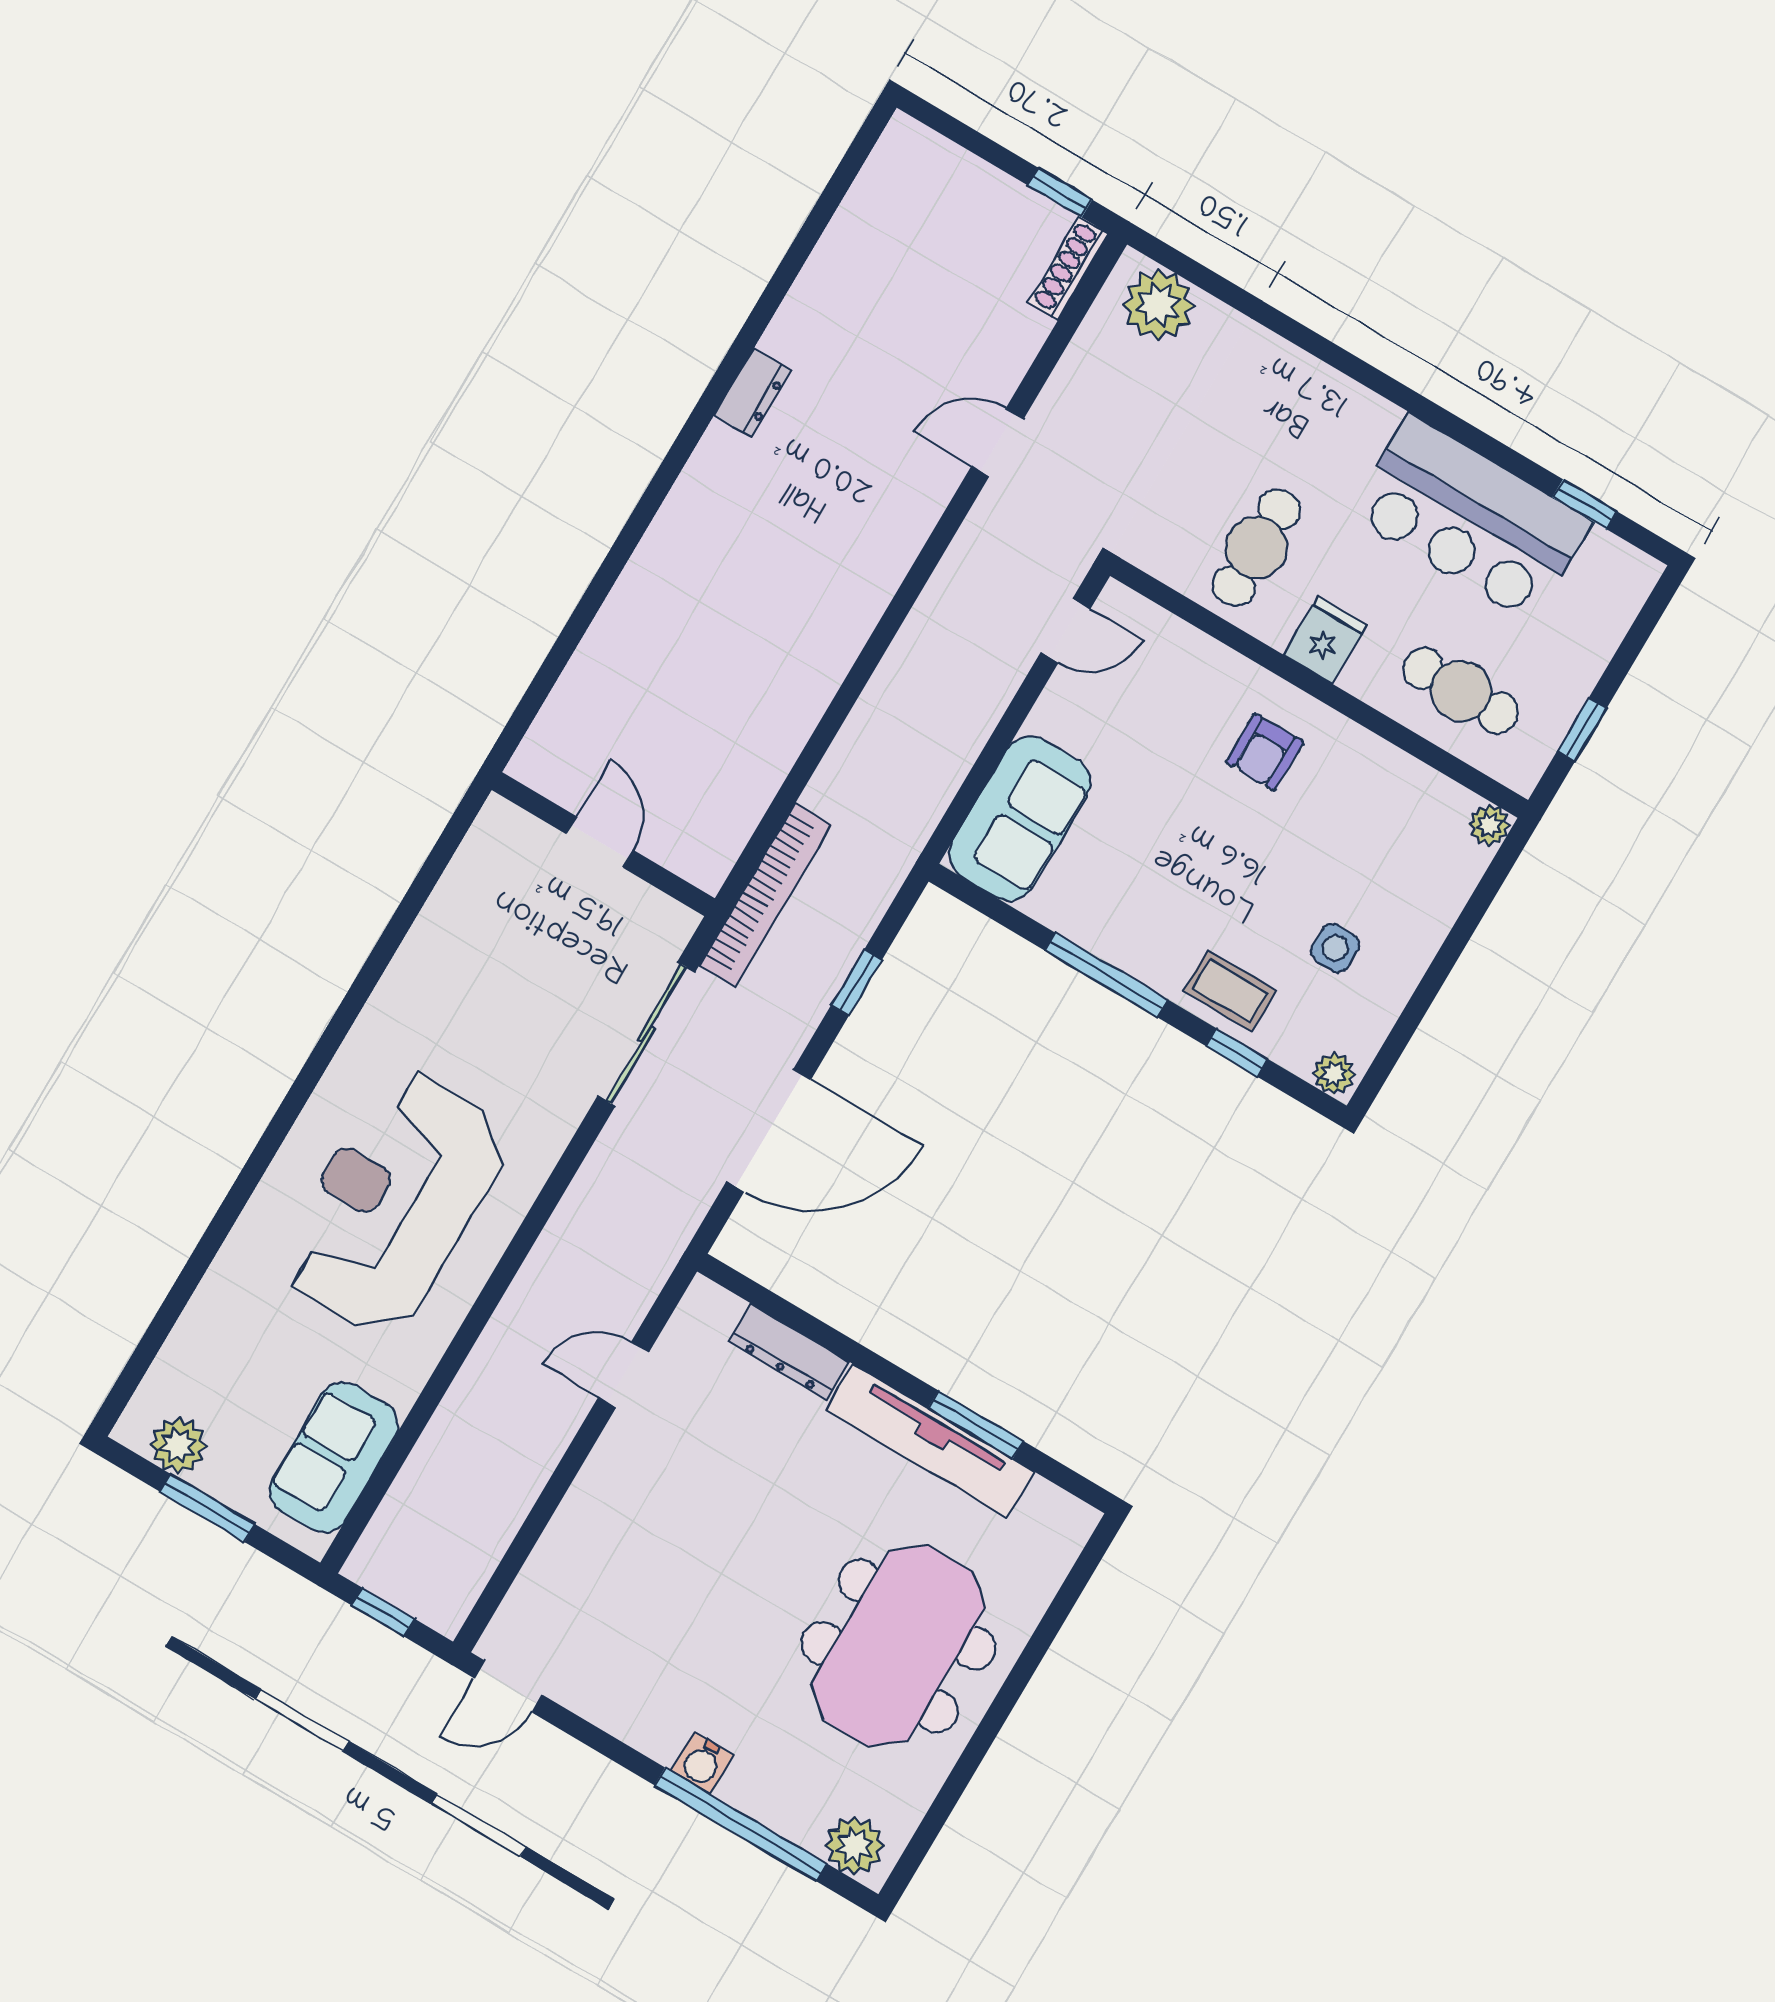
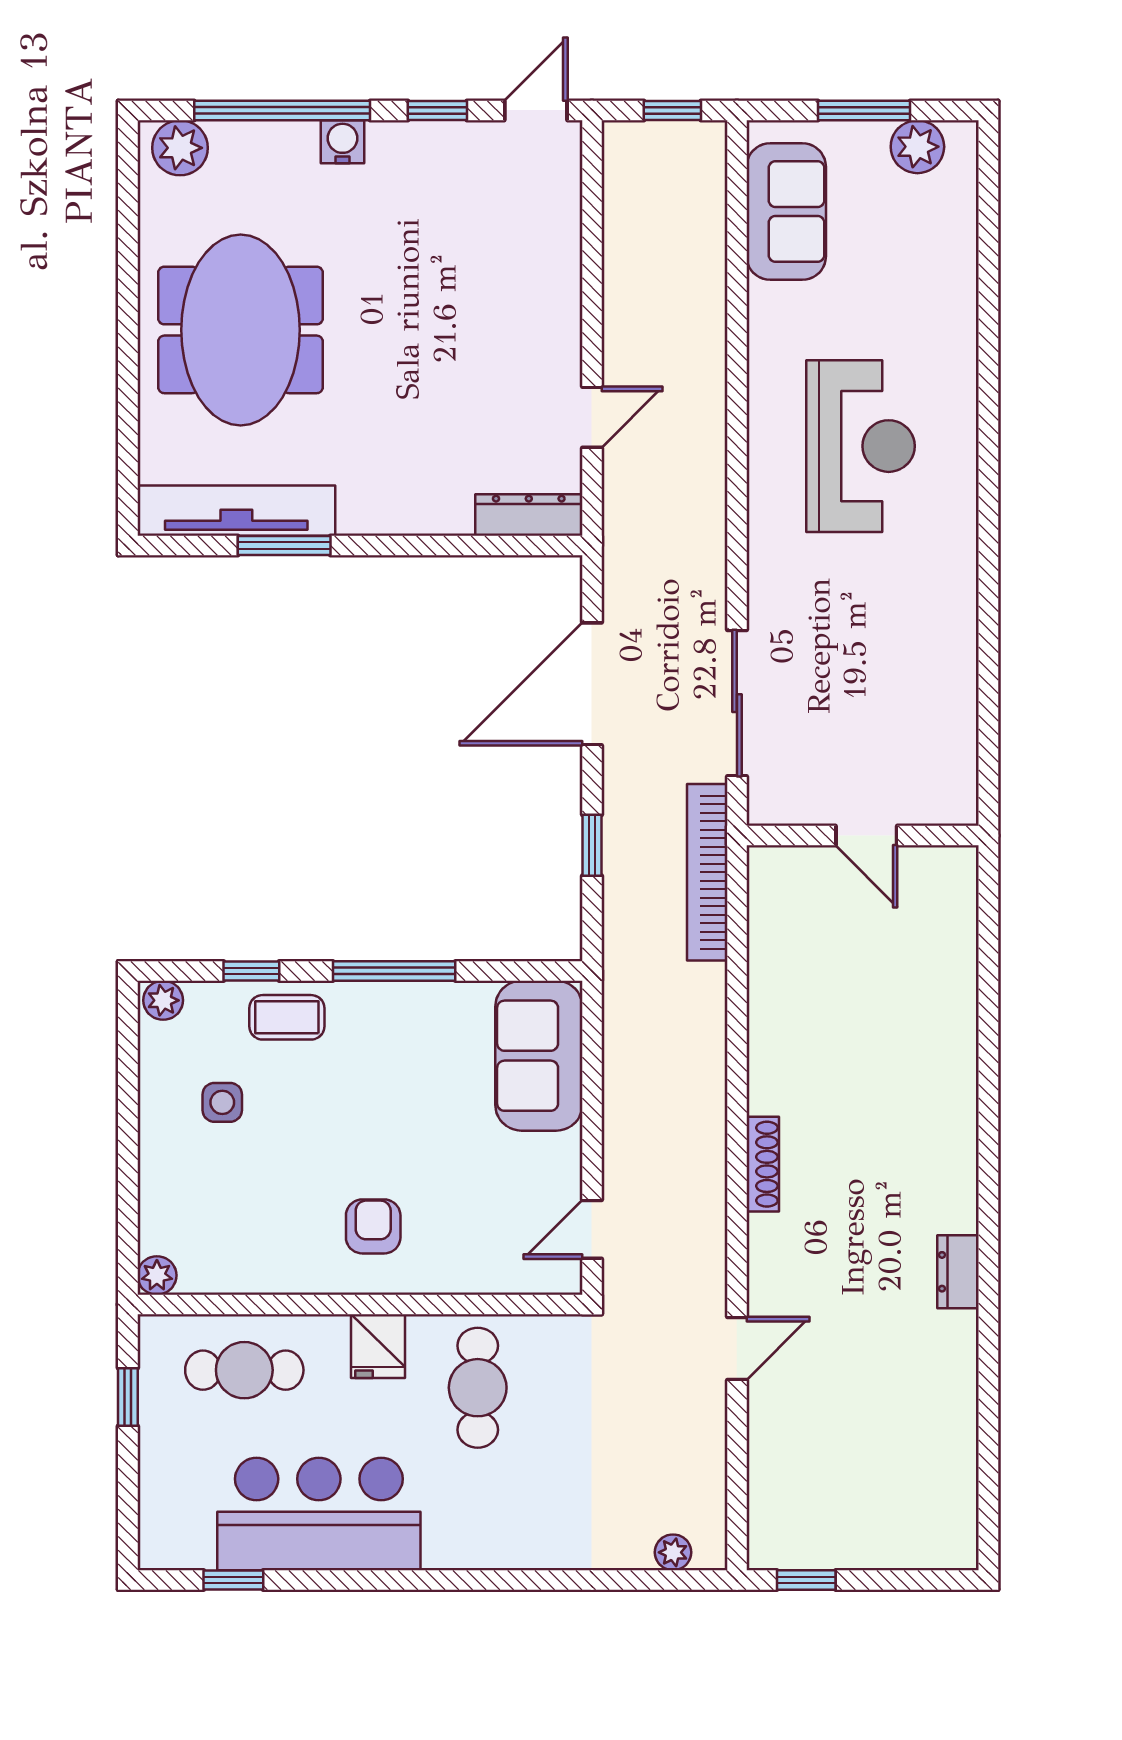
shoe rack: (1069, 269) -> (763, 1164), moved
plant: (1158, 305) -> (673, 1552), width x0.53, depth x0.53
reception desk: (393, 1202) -> (860, 446), width x0.74, depth x0.77
dresser: (789, 1352) -> (529, 515), moved
tv unit: (930, 1441) -> (236, 511), moved
window: (598, 1740) -> (437, 110), added

